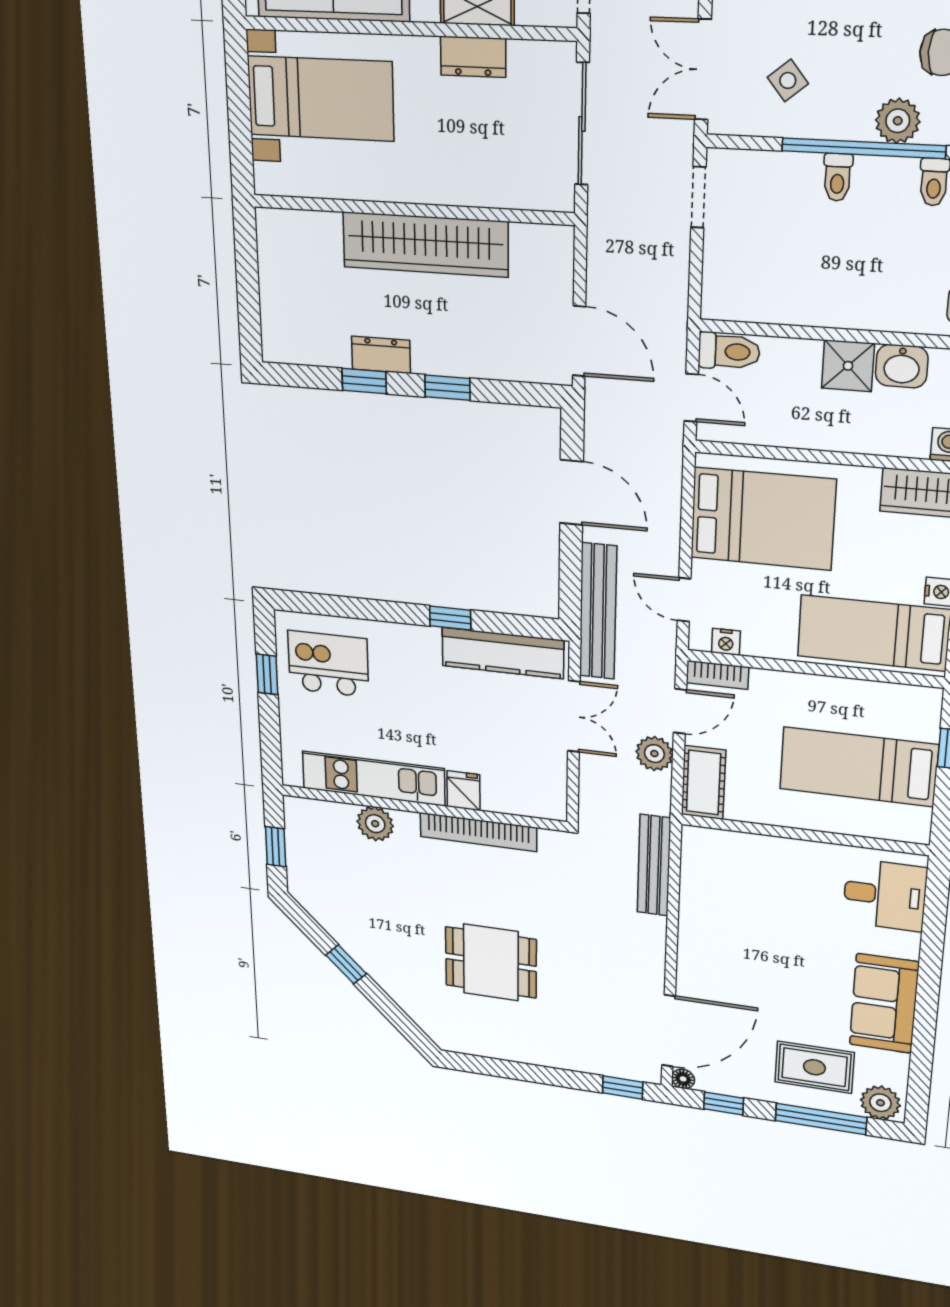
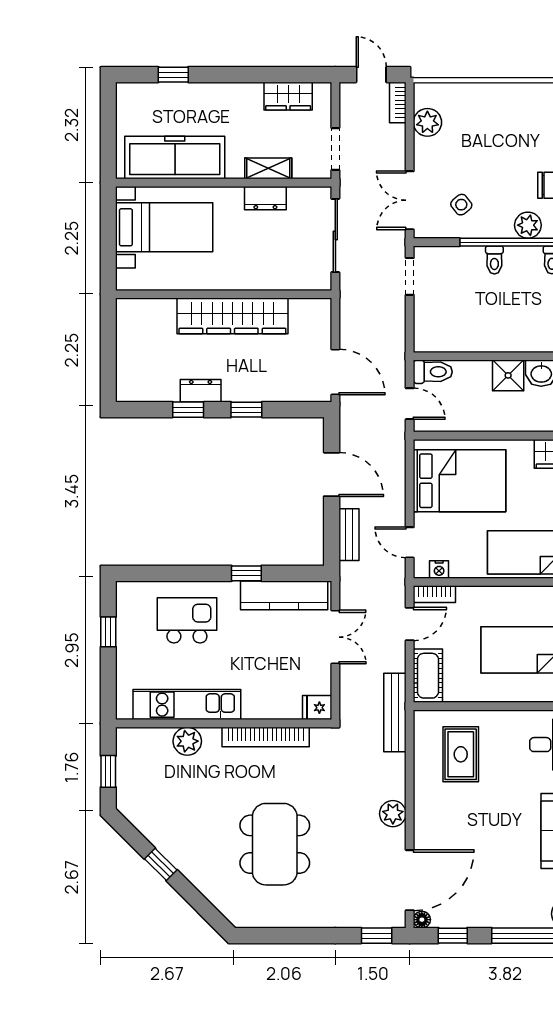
bench: (598, 611) -> (349, 535), width x0.54, depth x0.82
kitchen island: (328, 664) -> (187, 620), moved
plant: (654, 754) -> (393, 814), moved
fridge: (463, 791) -> (317, 708), moved, turned -90
bench: (654, 865) -> (395, 713), moved
dining table: (491, 962) -> (275, 844), width x1.38
rug: (814, 1067) -> (461, 754), moved, turned 90

